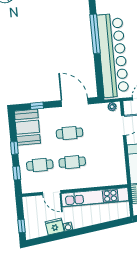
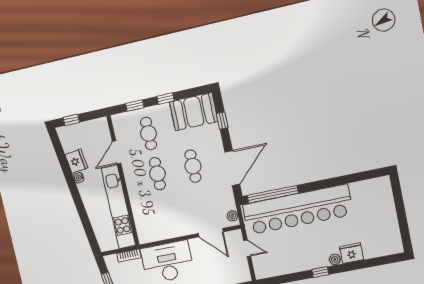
window: (95, 34) -> (273, 194), moved

